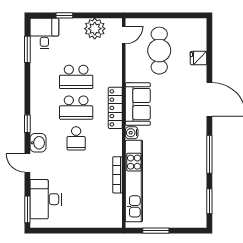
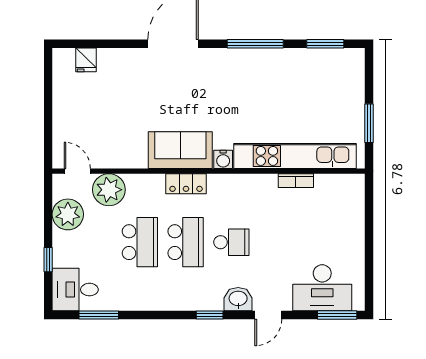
cafe table: (159, 51) -> (101, 118), removed
plant: (111, 56) -> (109, 190), added
fridge: (198, 58) -> (86, 60), moved
locker: (115, 108) -> (186, 184), width x0.66
bookcase: (117, 175) -> (296, 181), width x0.64

